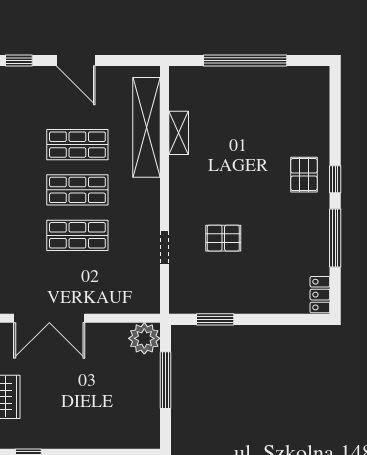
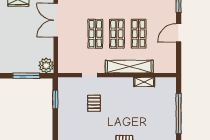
shelving: (146, 127) -> (129, 67), moved

